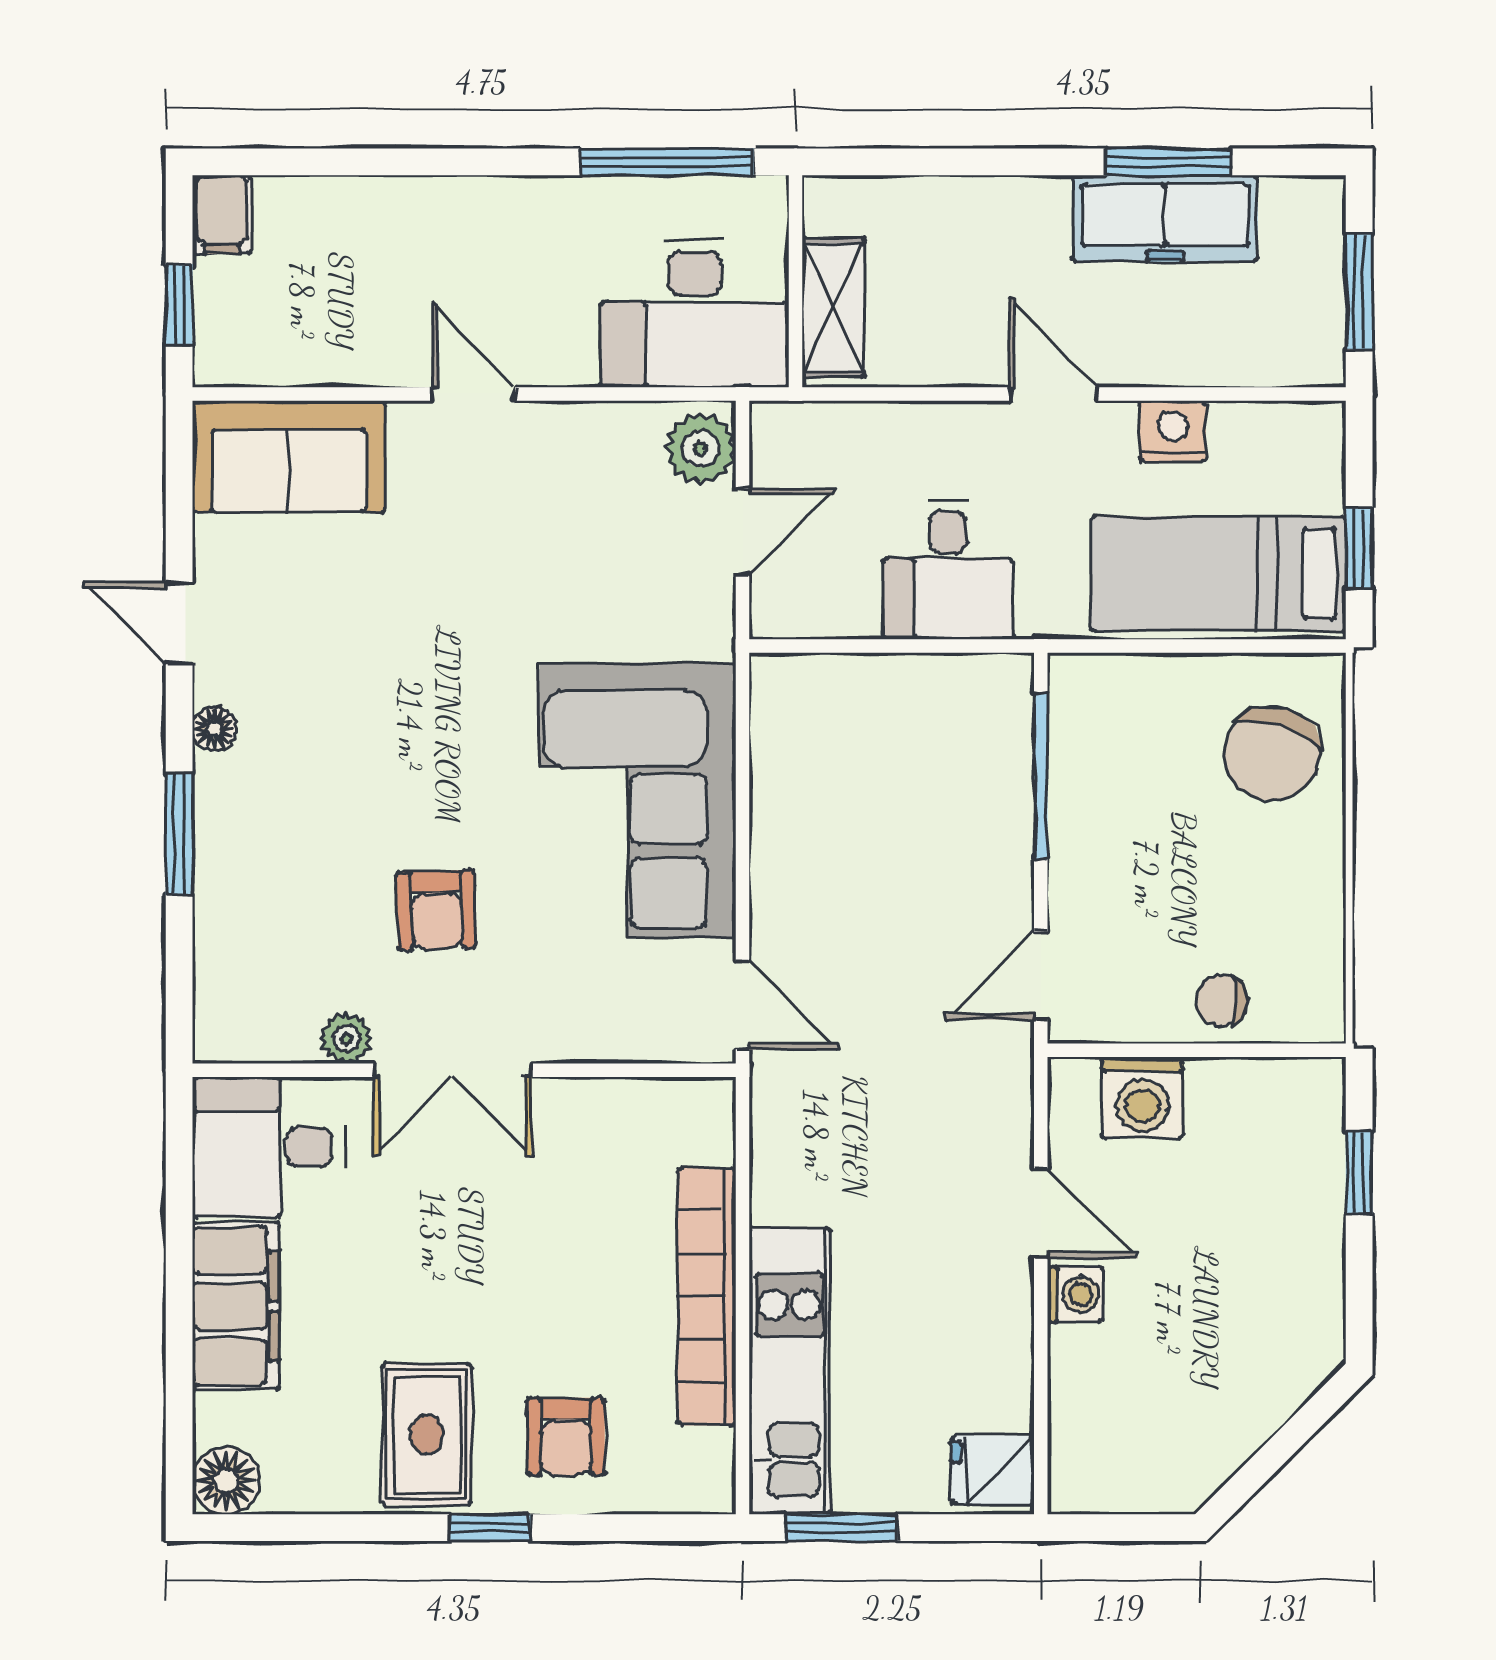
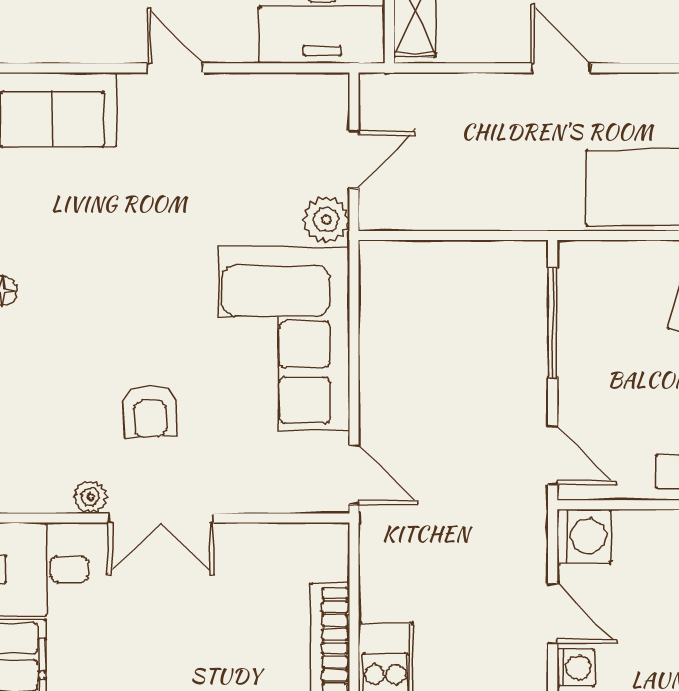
nightstand: (1173, 431) -> (640, 93), removed
plant: (701, 448) -> (326, 220), moved
desk: (948, 570) -> (491, 185), removed
door: (1041, 975) -> (553, 455), swing flipped
washing machine: (1142, 1098) -> (584, 536), moved, turned -90

